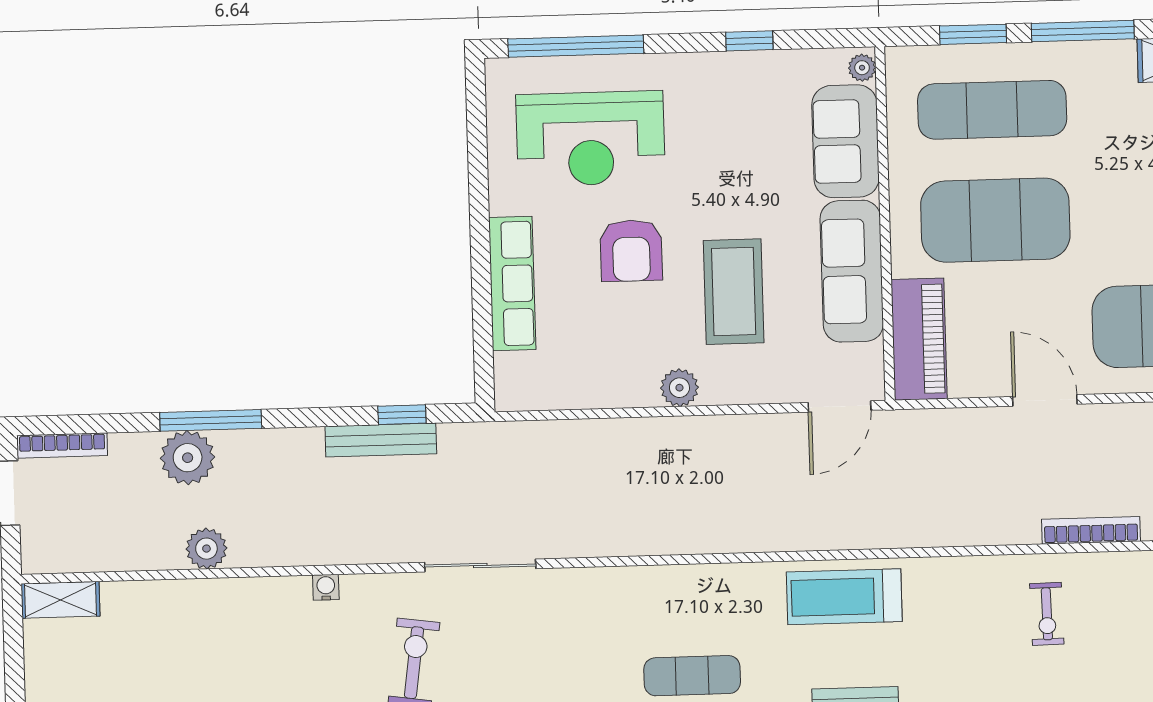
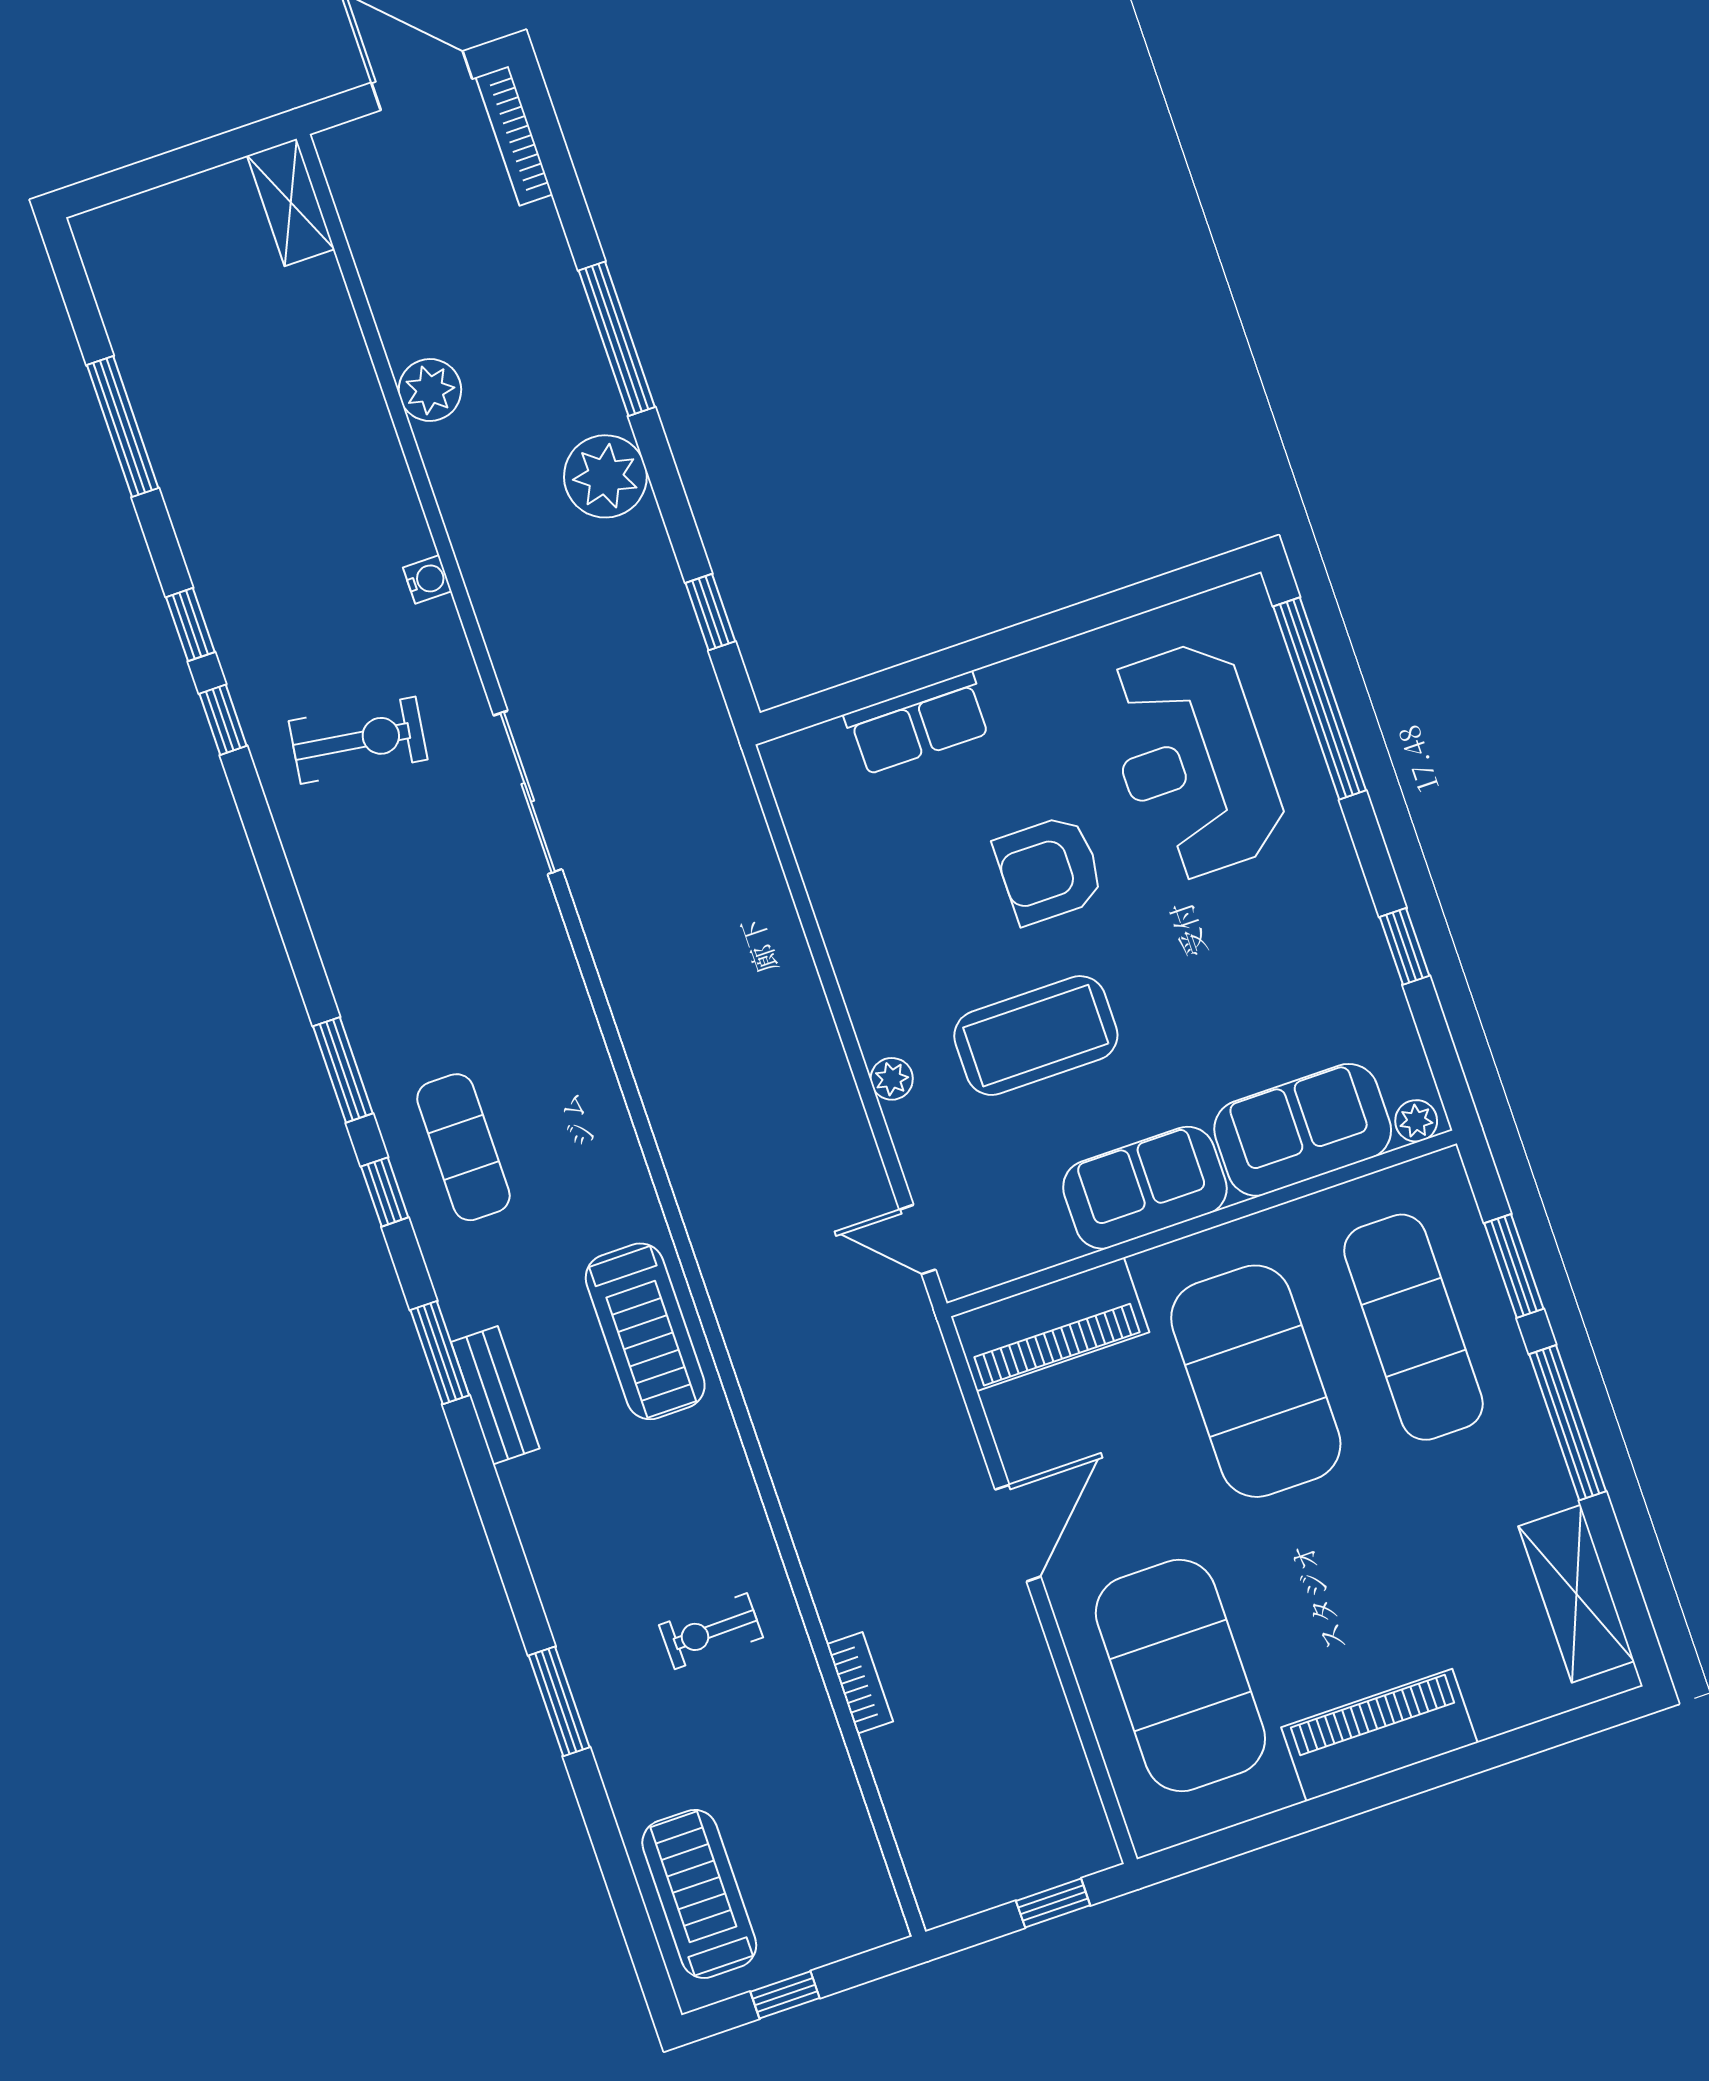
sofa: (852, 271) -> (1145, 1188), width x0.73
row of seats: (512, 284) -> (918, 723), width x0.68
plant: (679, 388) -> (892, 1079), moved, width x0.73, depth x0.73
door: (840, 406) -> (917, 1240), width x0.73
bench: (381, 440) -> (664, 593), removed
plant: (188, 458) -> (605, 476), moved
bookcase: (1091, 530) -> (860, 1683), width x0.64
treadmill: (844, 597) -> (645, 1331), turned 180

